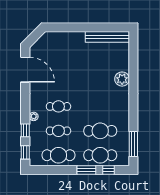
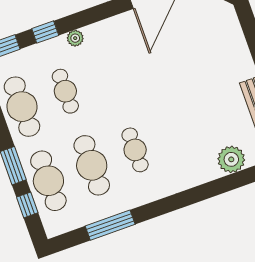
plant: (122, 79) -> (231, 159), moved
cafe table: (58, 106) -> (135, 150), moved
window: (133, 144) -> (110, 225), moved

